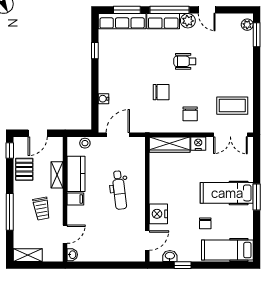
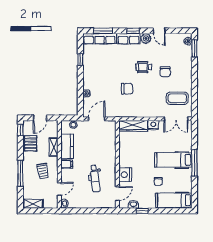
window: (170, 10) -> (133, 31), width x0.46
chair: (190, 114) -> (165, 72), moved
dental chair: (119, 190) -> (95, 179), moved
window: (257, 197) -> (194, 163), width x1.44

